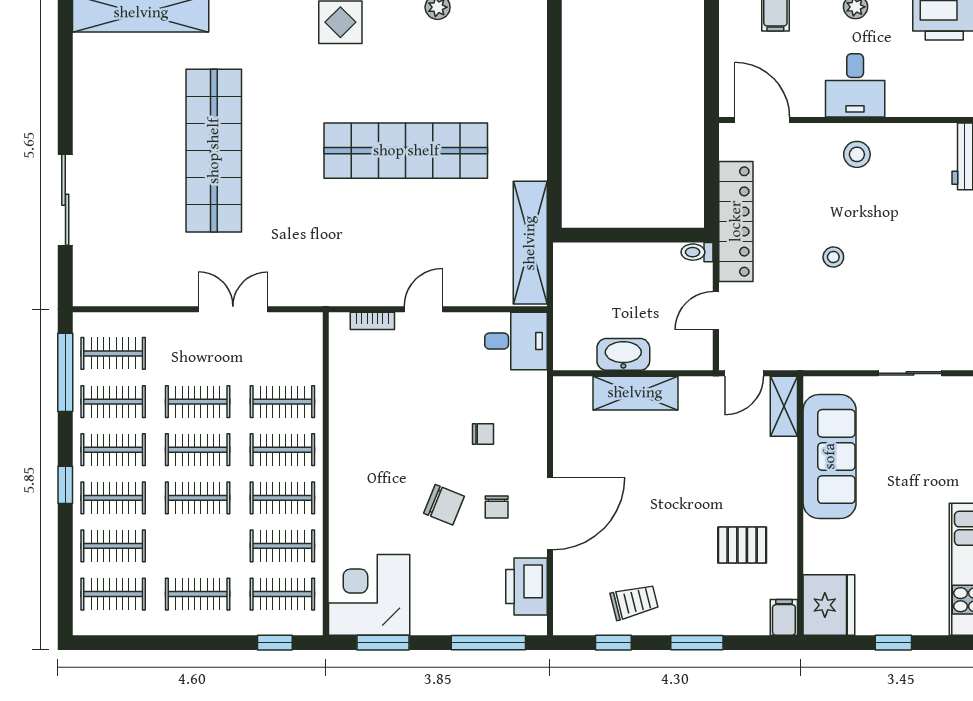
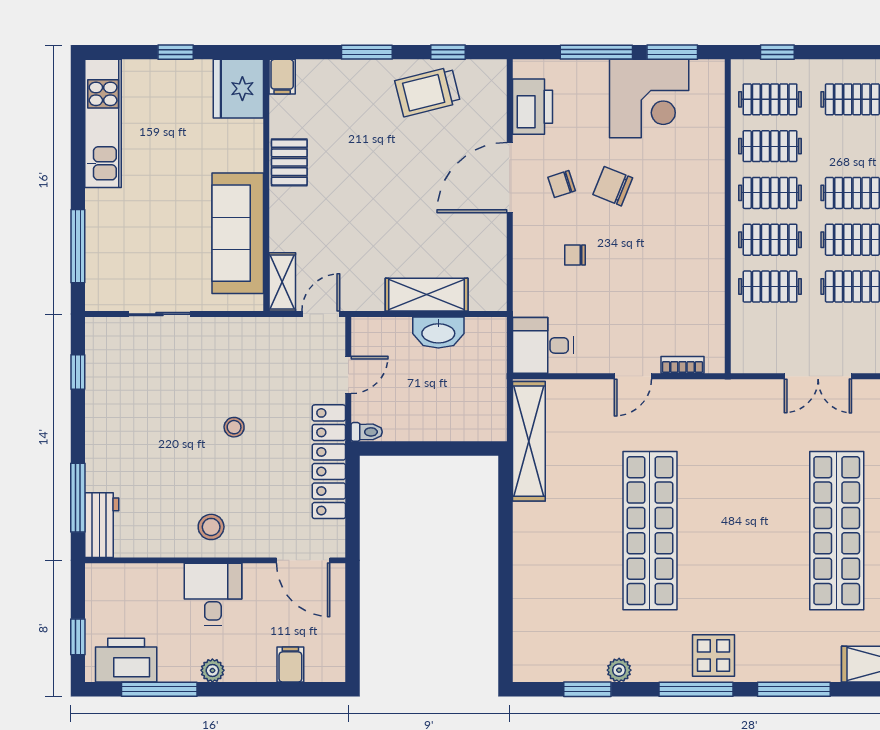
shop shelf: (406, 151) -> (650, 531), turned 90
chair: (497, 507) -> (562, 184), turned -108
pallet: (742, 545) -> (289, 162), moved, turned 90
corner desk: (369, 595) -> (649, 99), moved
trolley: (634, 602) -> (428, 92), width x1.36, depth x1.39
window: (488, 643) -> (596, 52), moved

